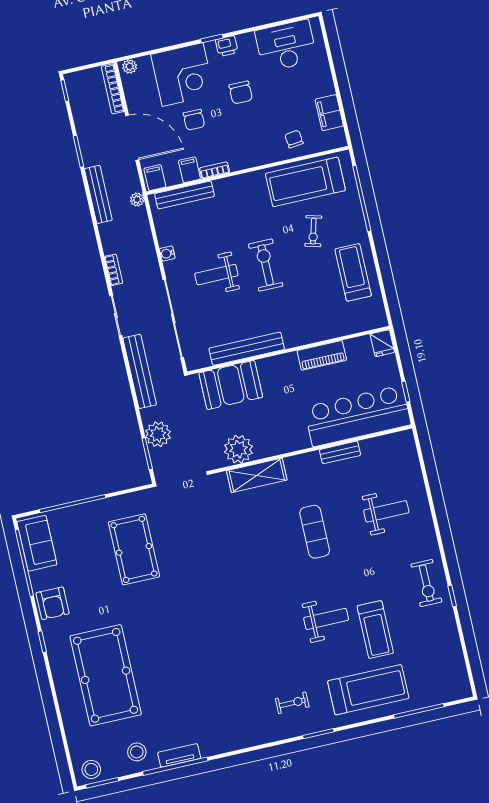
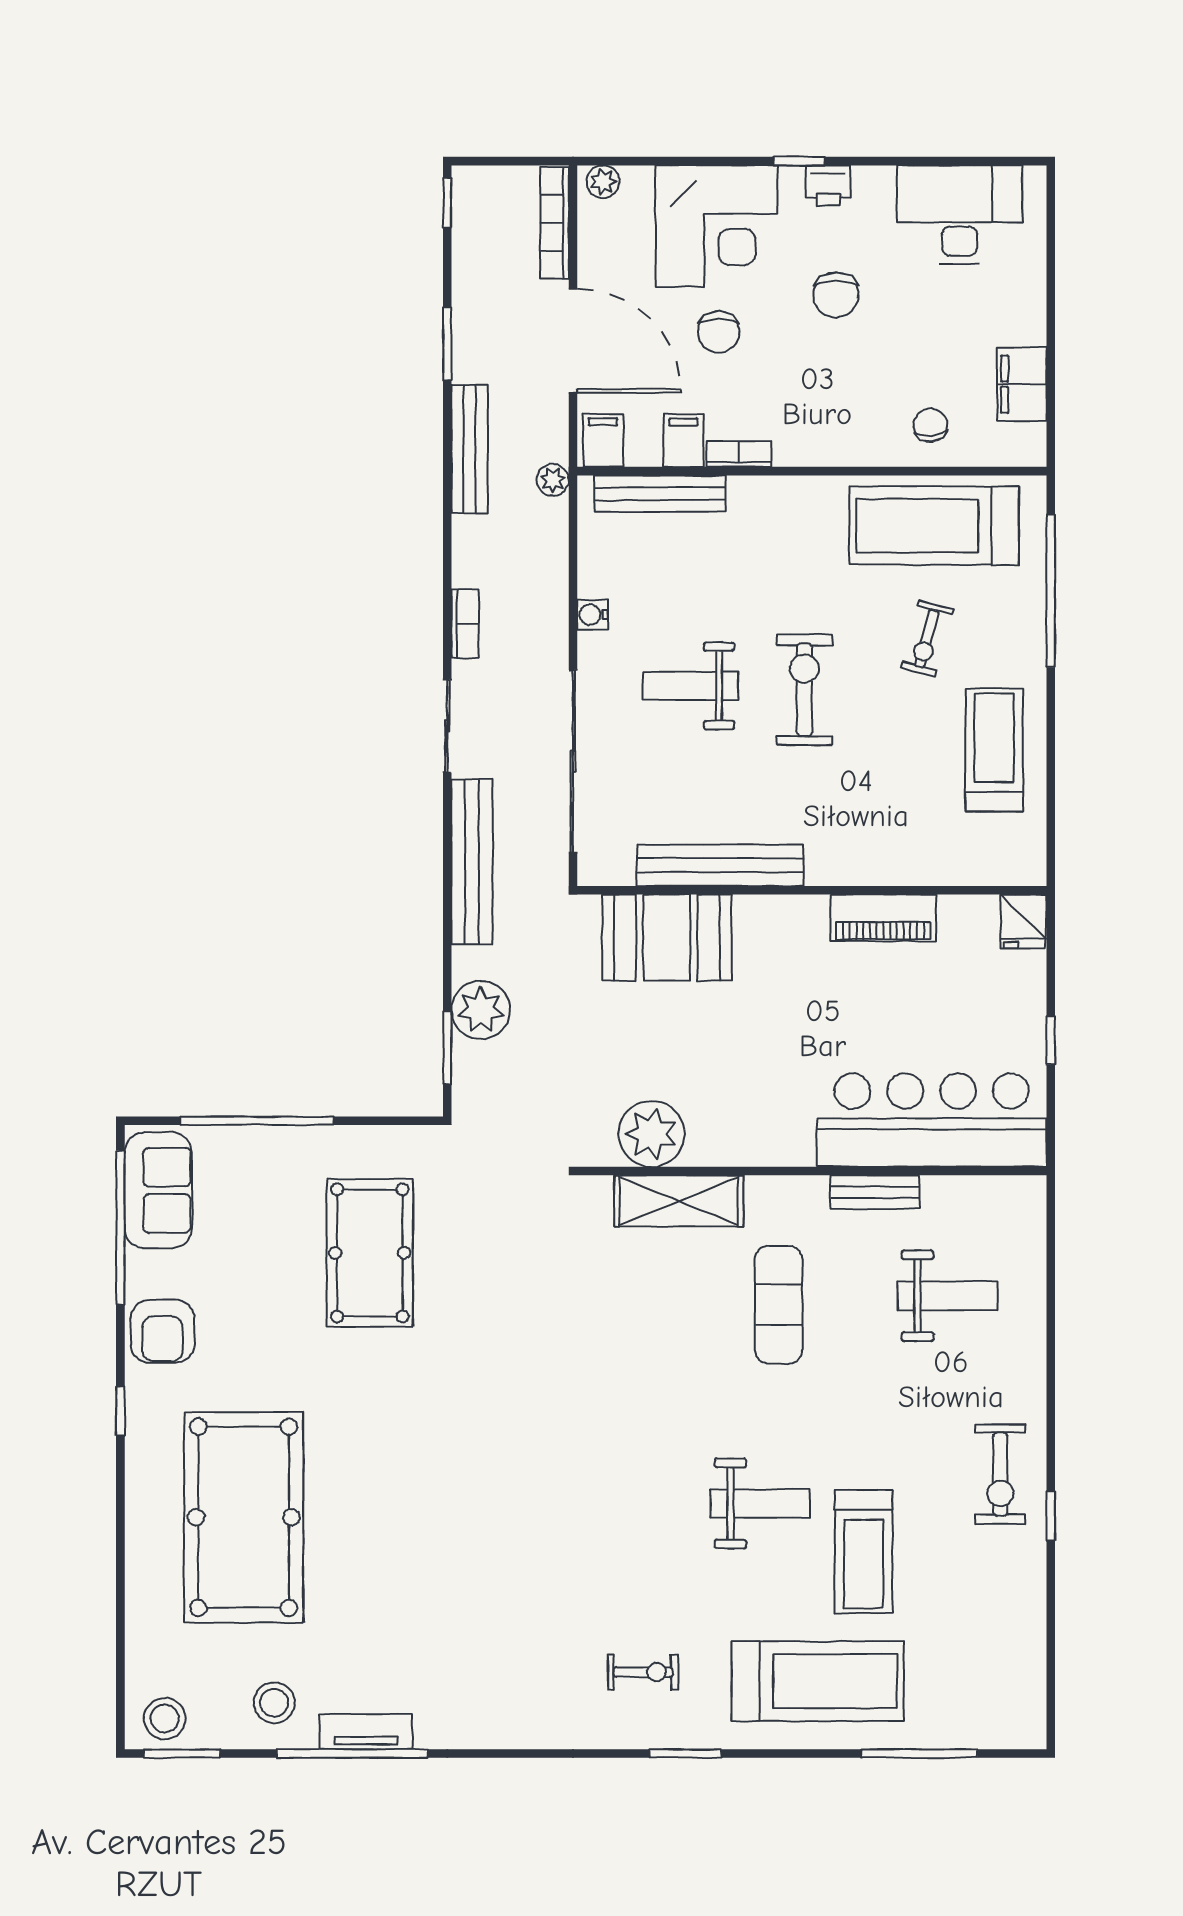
bar counter: (357, 416) -> (932, 1120), moved
plant: (238, 449) -> (651, 1134), moved
wall: (311, 449) -> (812, 1171), moved
bench: (340, 452) -> (875, 1192), moved
shelving: (257, 475) -> (679, 1201), moved

